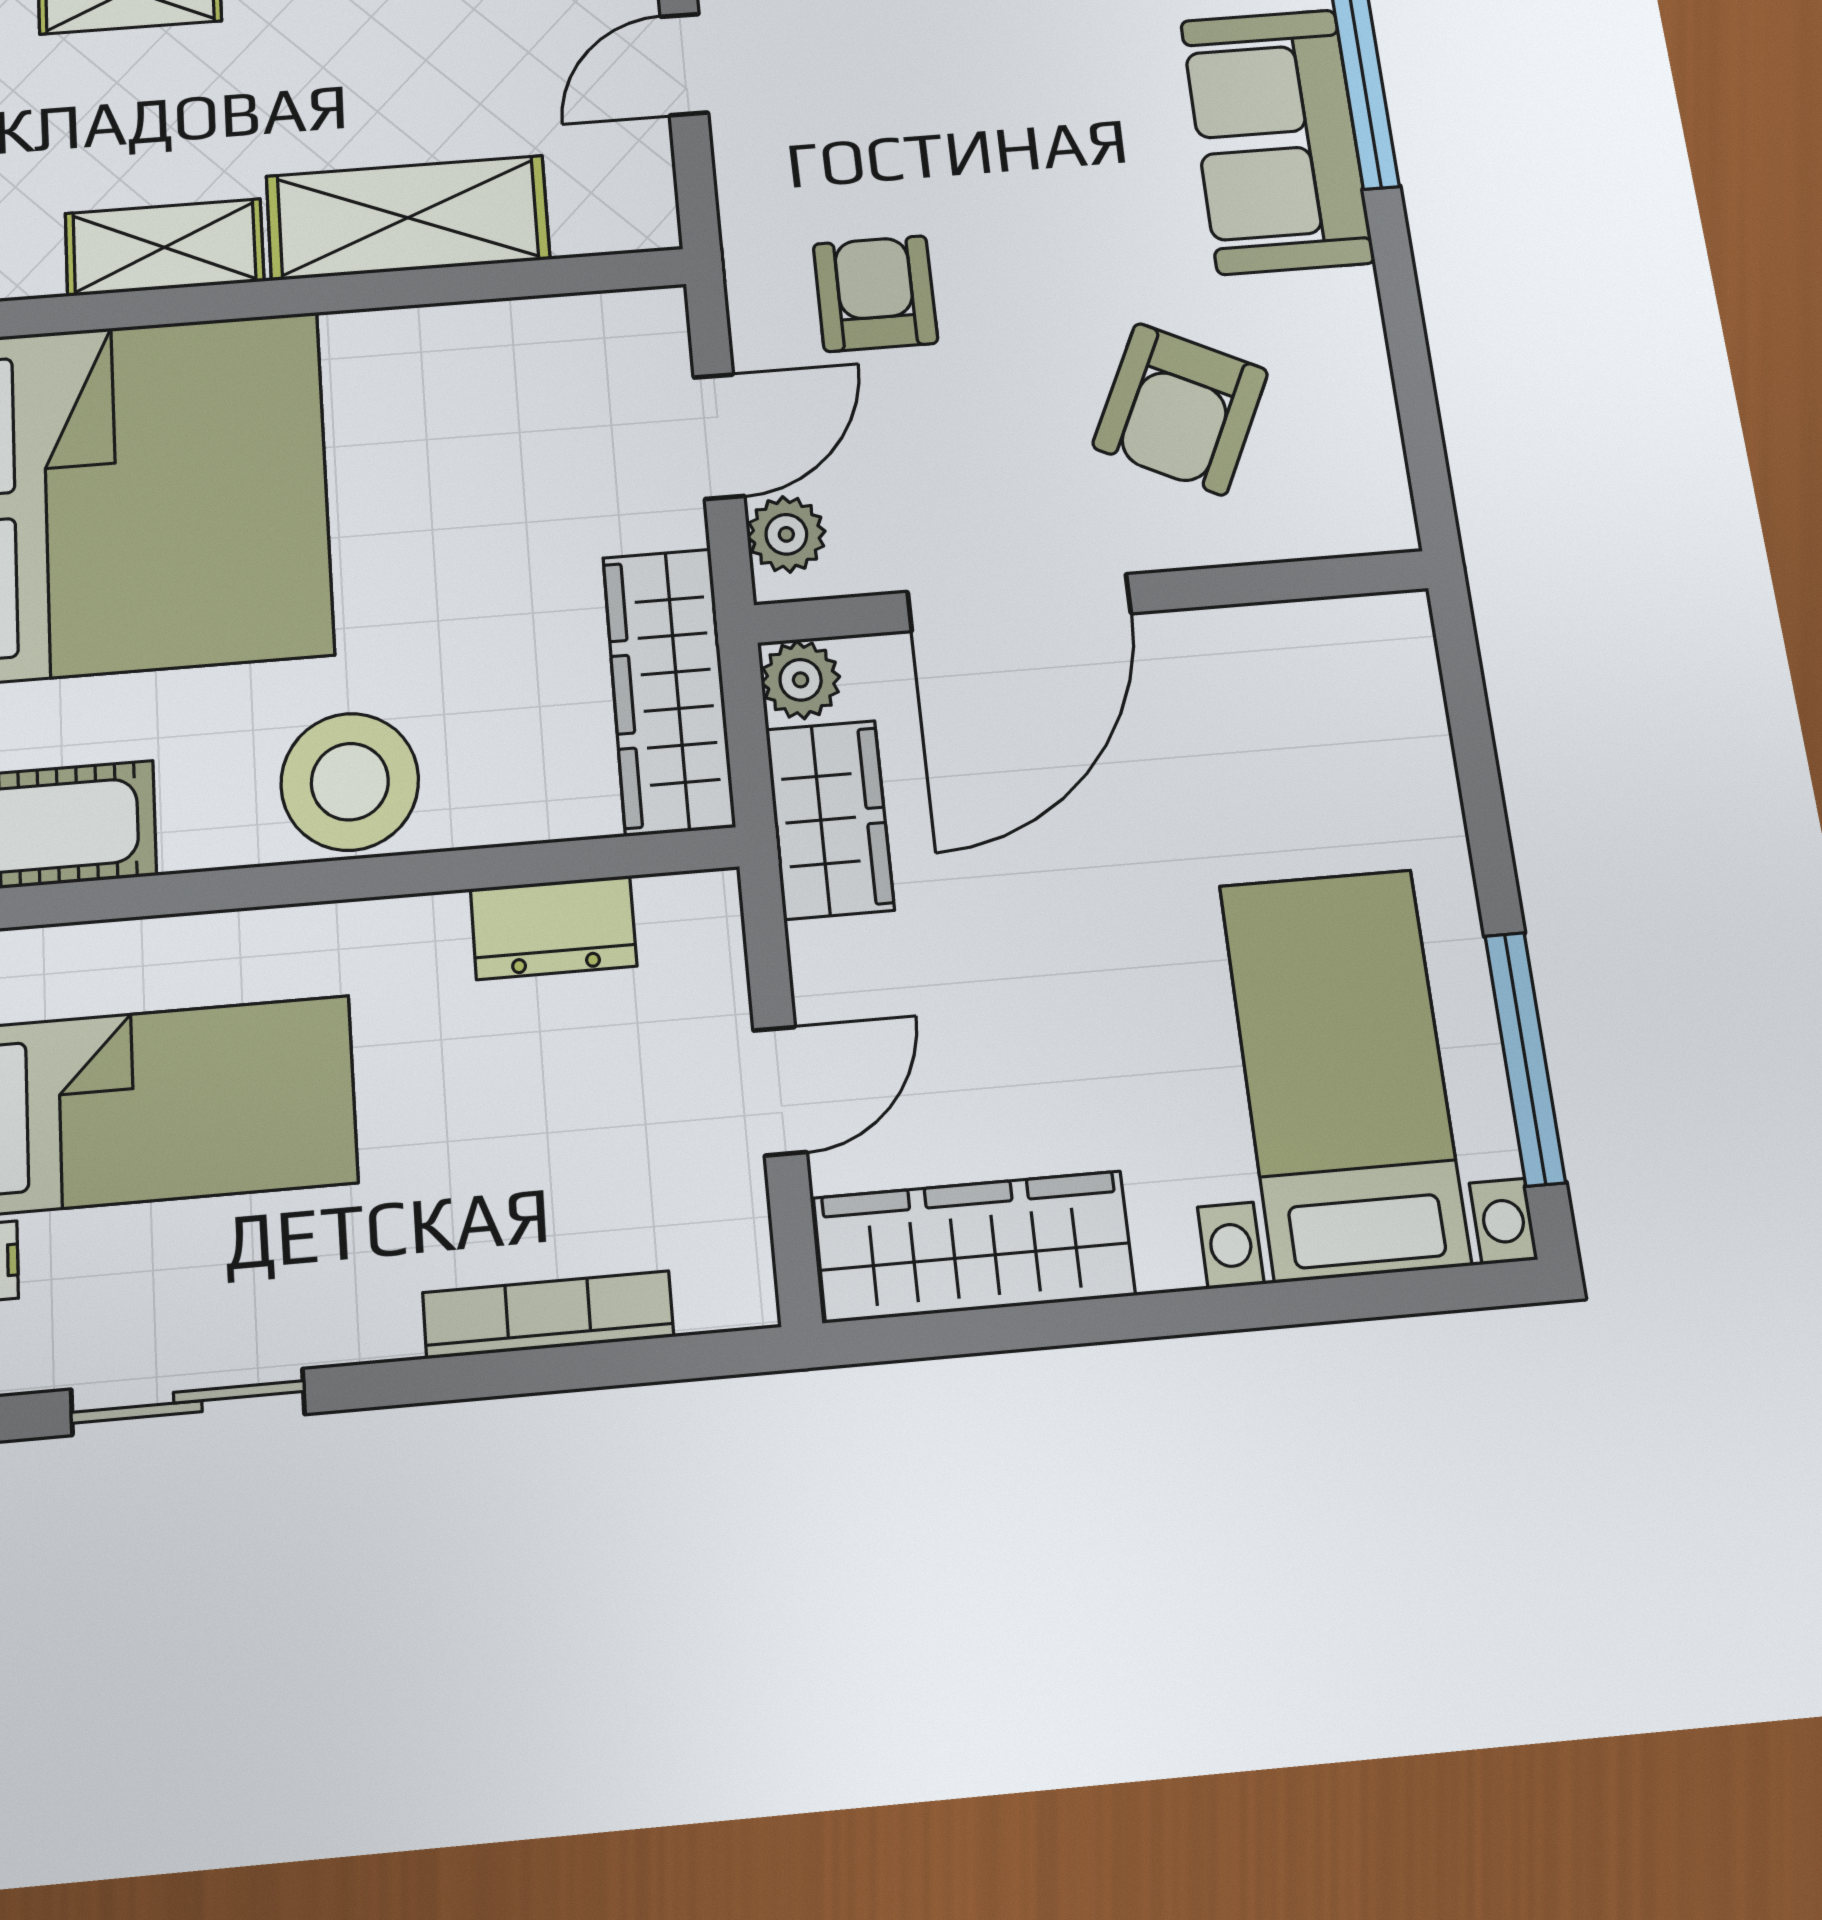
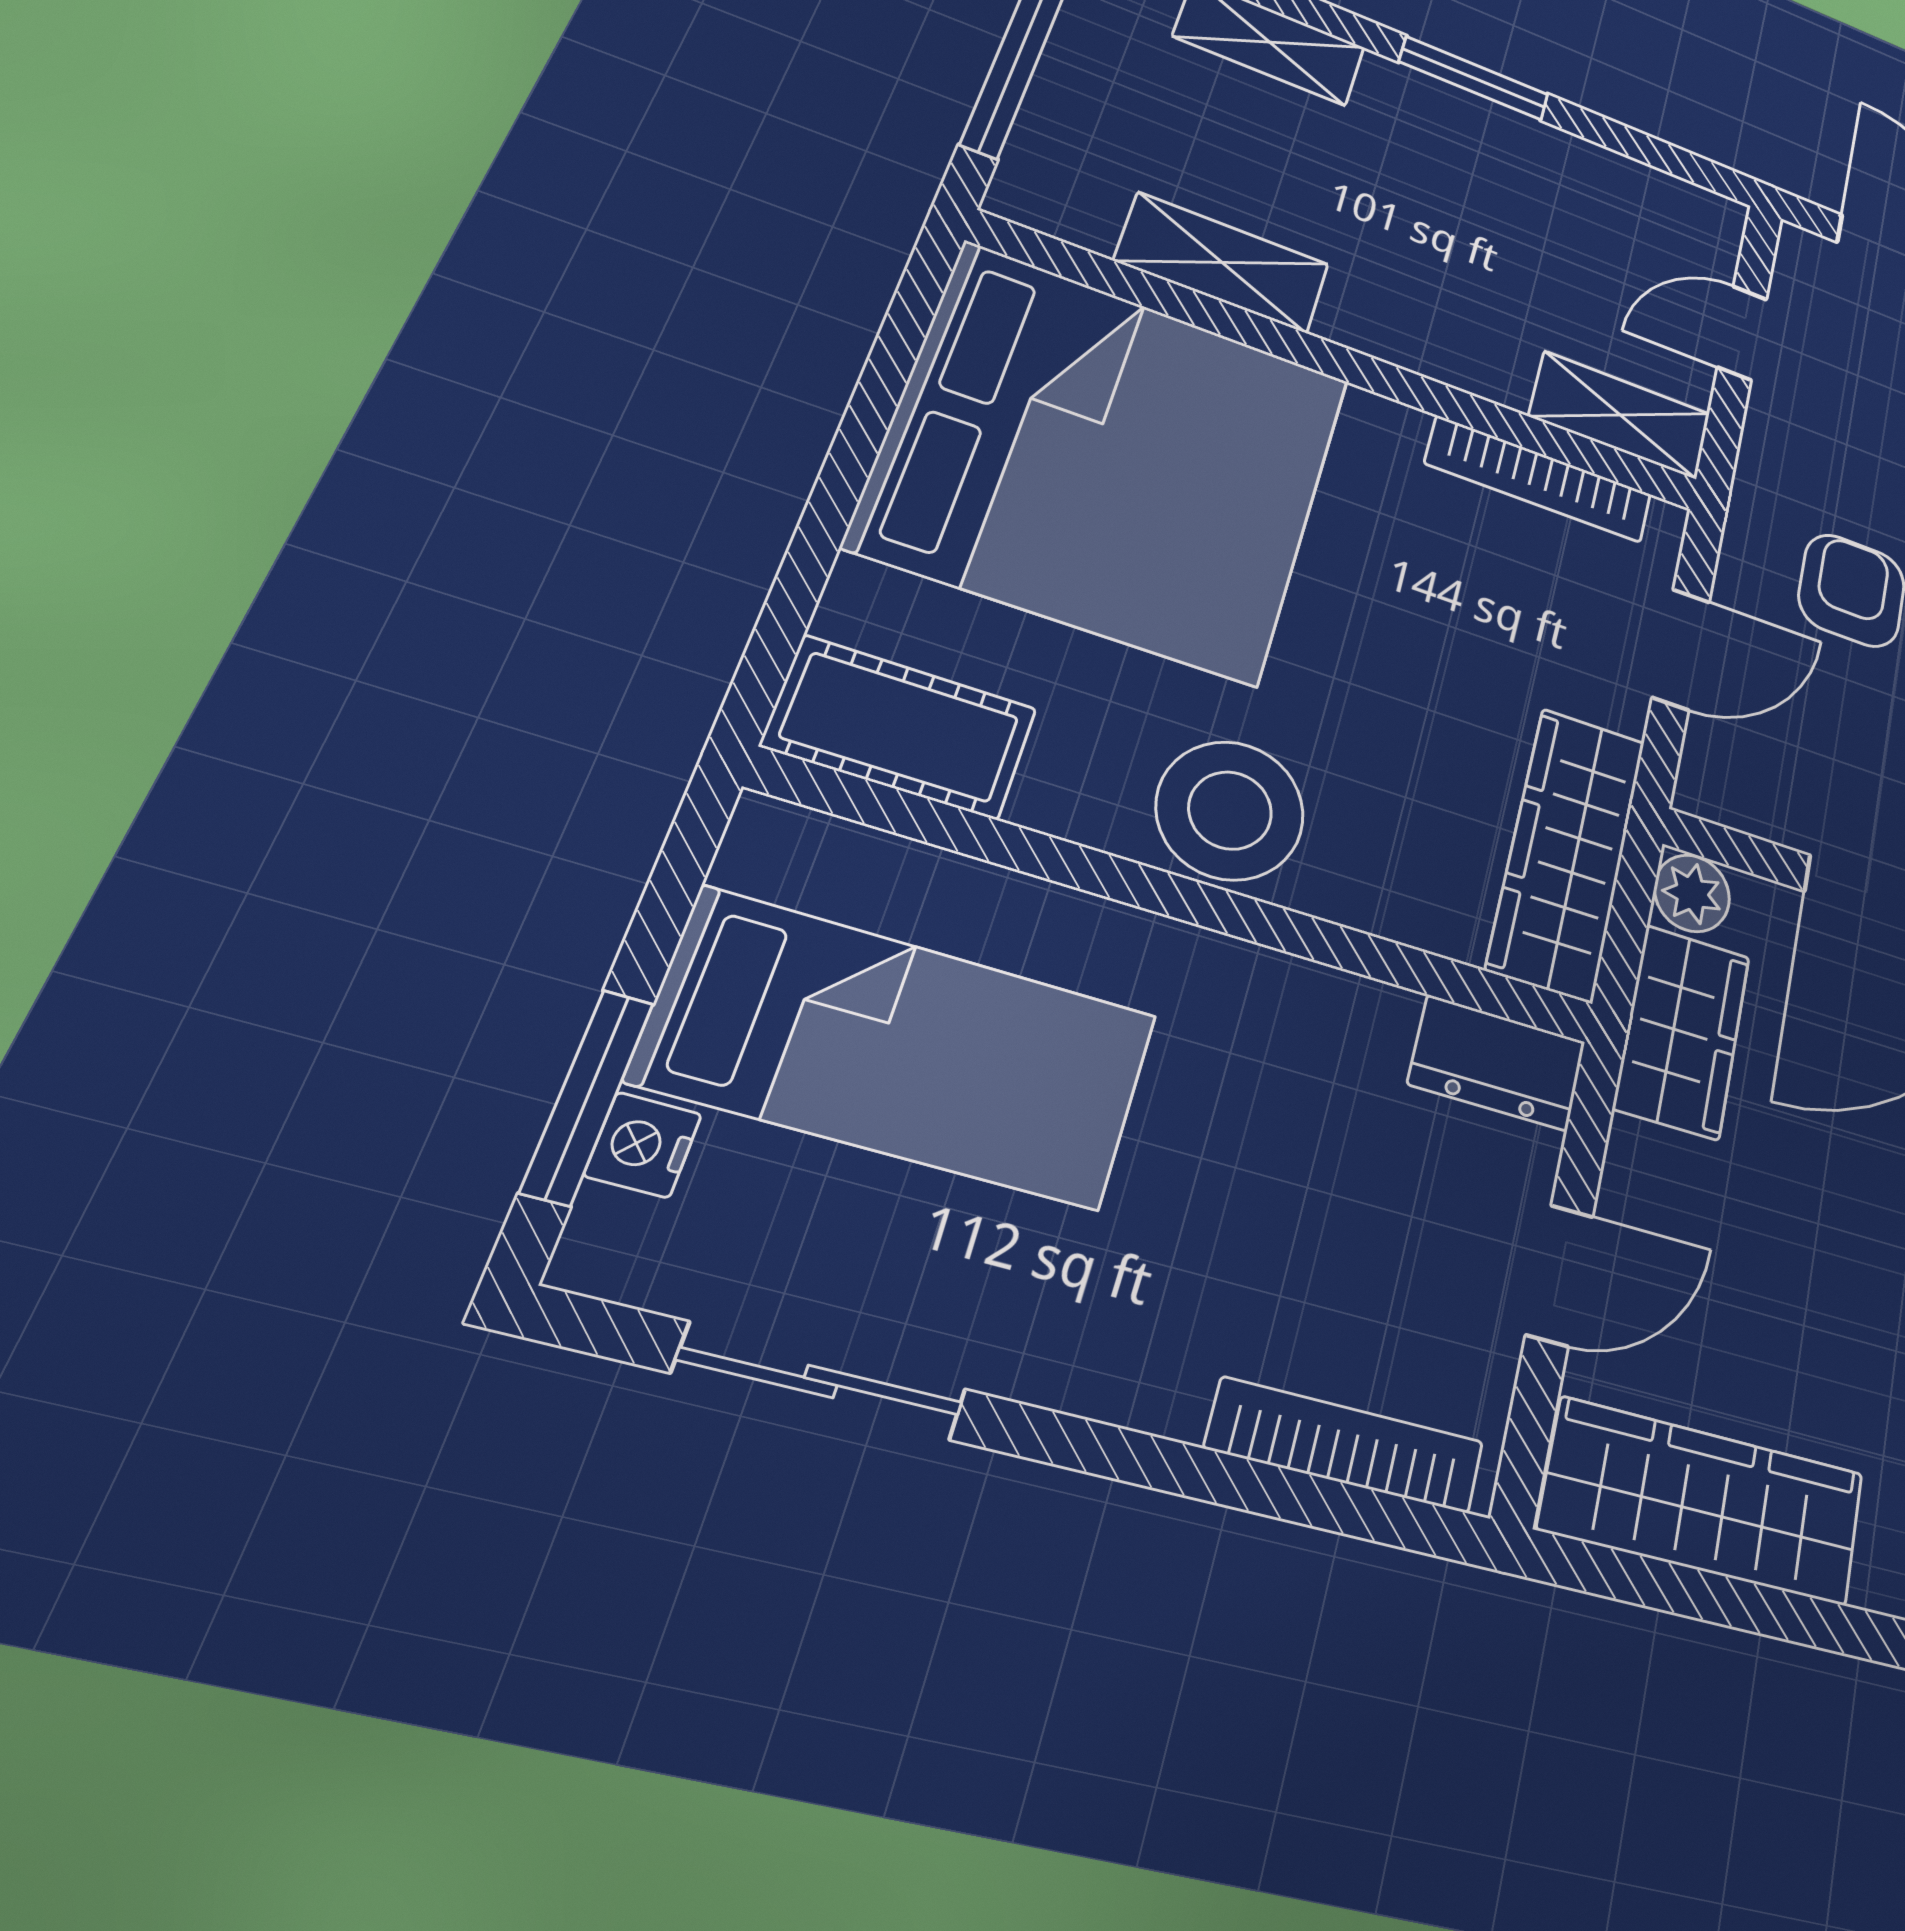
shelving: (408, 218) -> (1620, 415), moved, width x0.67, depth x0.75
bookcase: (528, 324) -> (1539, 479), added
plant: (786, 534) -> (1716, 759), removed
dresser: (553, 927) -> (1497, 1063), moved
bookcase: (548, 1315) -> (1346, 1445), moved

